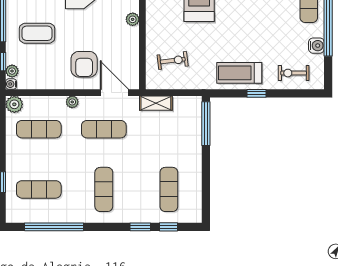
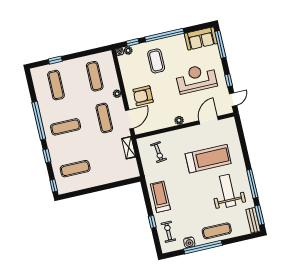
window: (257, 93) -> (152, 222), moved
plant: (14, 104) -> (107, 57), removed
window: (206, 124) -> (123, 183), removed
window: (54, 227) -> (39, 121), moved
window: (169, 227) -> (54, 186), moved

